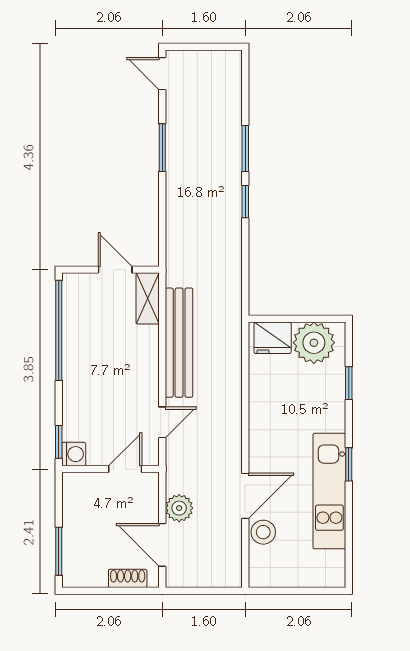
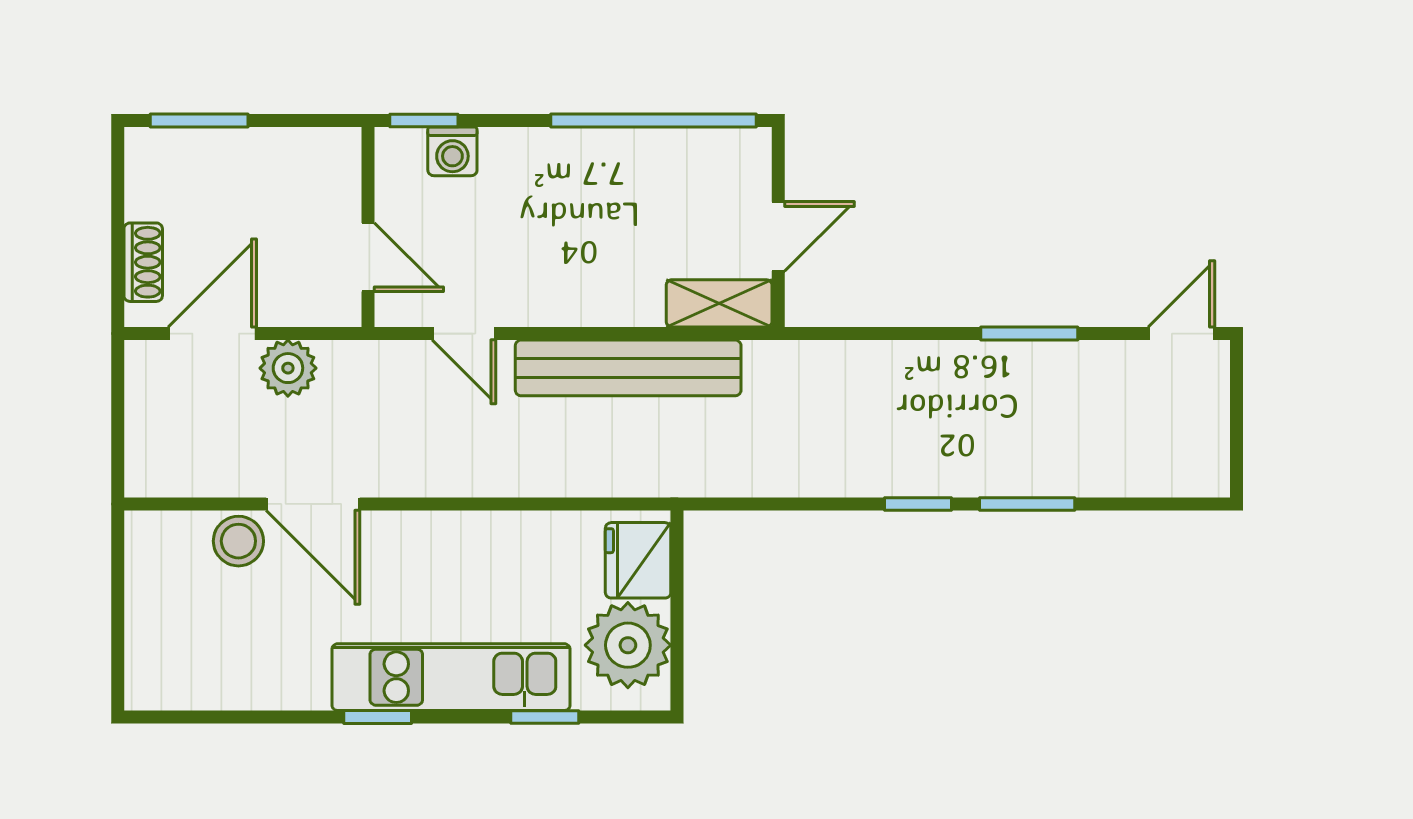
washing machine: (74, 454) -> (452, 151), moved
kitchen unit: (329, 491) -> (451, 677), moved

